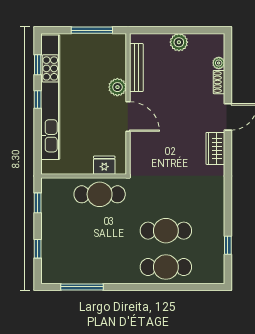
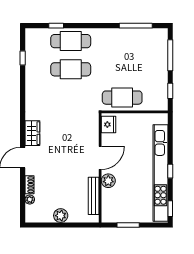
window: (92, 30) -> (128, 225), width x0.69
window: (38, 65) -> (170, 209), moved
door: (128, 116) -> (100, 158), swing flipped
fridge: (104, 165) -> (109, 124), moved, turned -90
window: (38, 249) -> (170, 55), width x2.17
window: (185, 287) -> (56, 26), added

